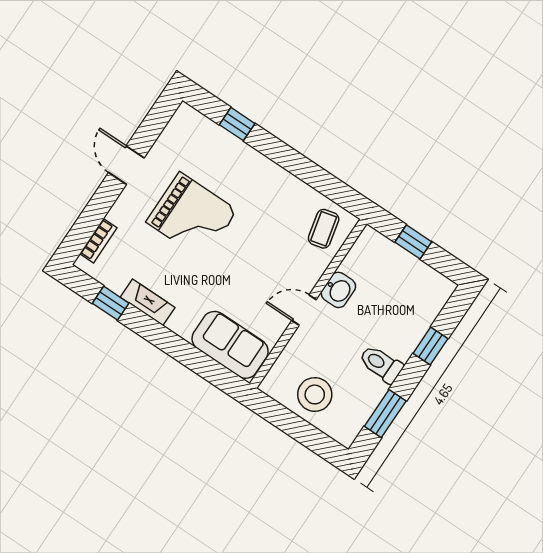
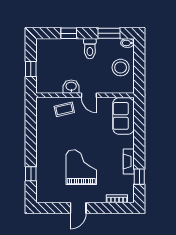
coffee table: (324, 229) -> (64, 109), moved
bidet: (348, 434) -> (127, 43), added

